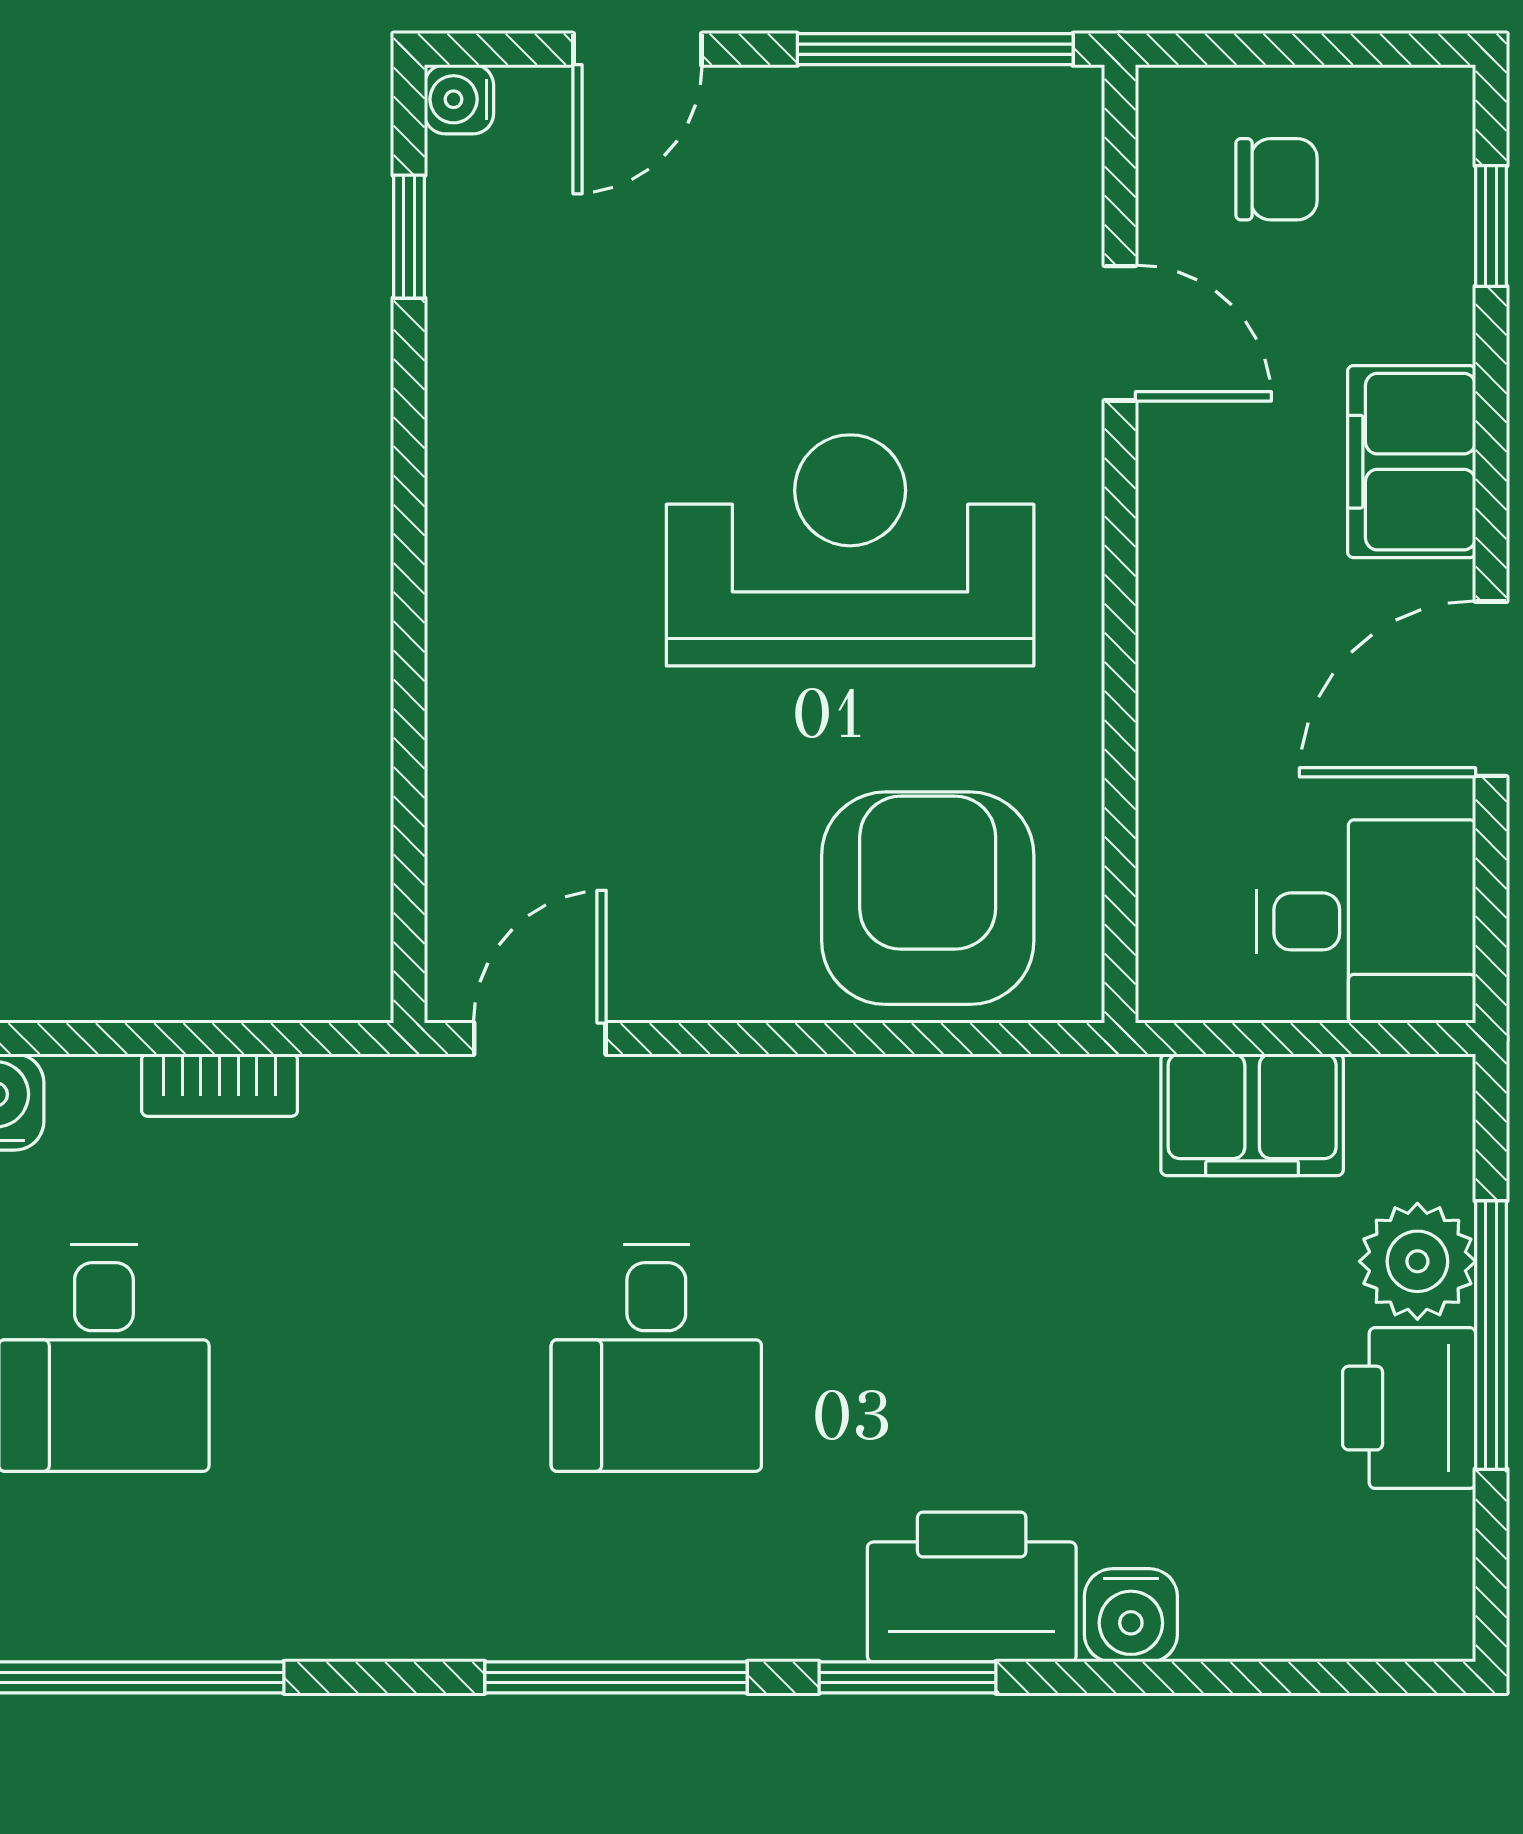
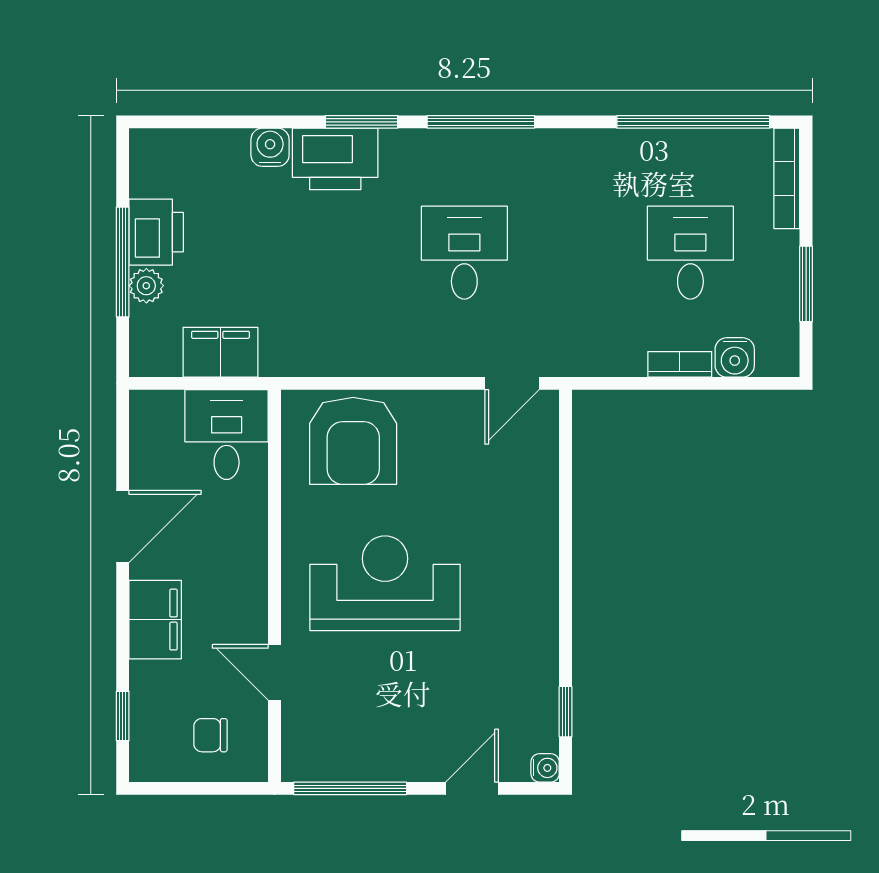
reception desk: (850, 550) -> (385, 583), turned 180
desk: (1366, 921) -> (227, 435), moved, turned 90
bookcase: (220, 1085) -> (680, 364), moved
plant: (1417, 1261) -> (146, 286), width x0.73, depth x0.73

